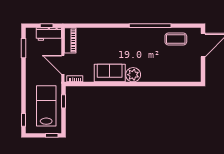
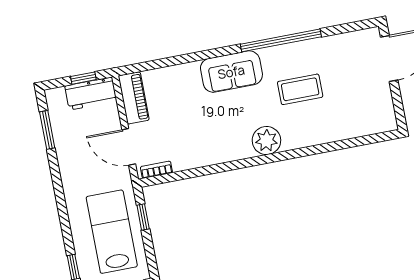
coffee table: (176, 39) -> (300, 89), moved
sofa: (110, 73) -> (231, 72), moved, turned 180

